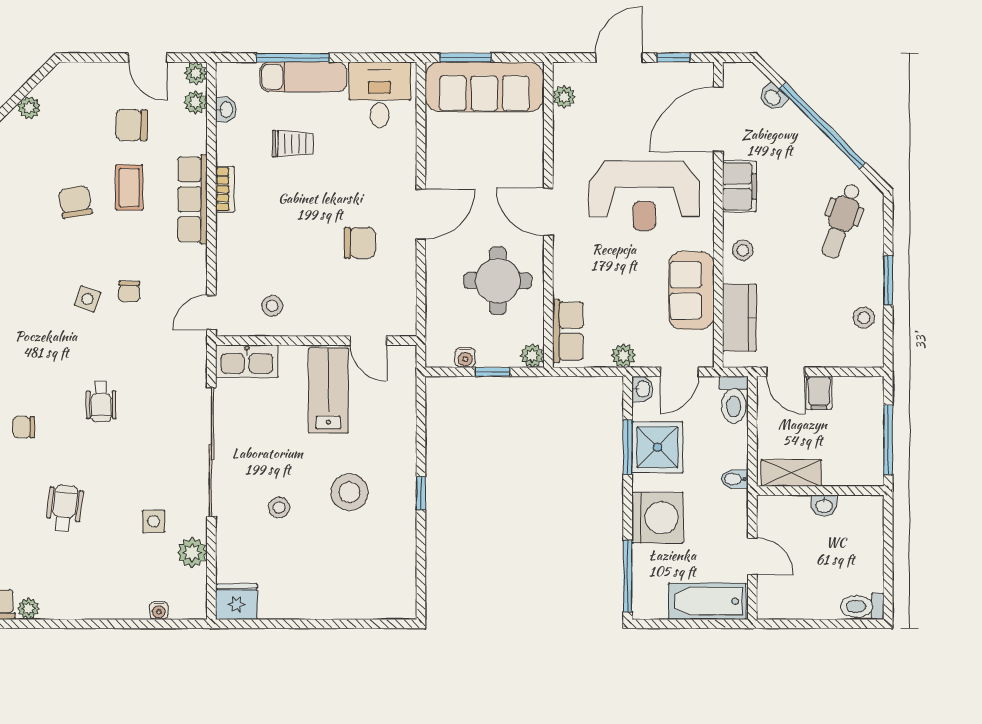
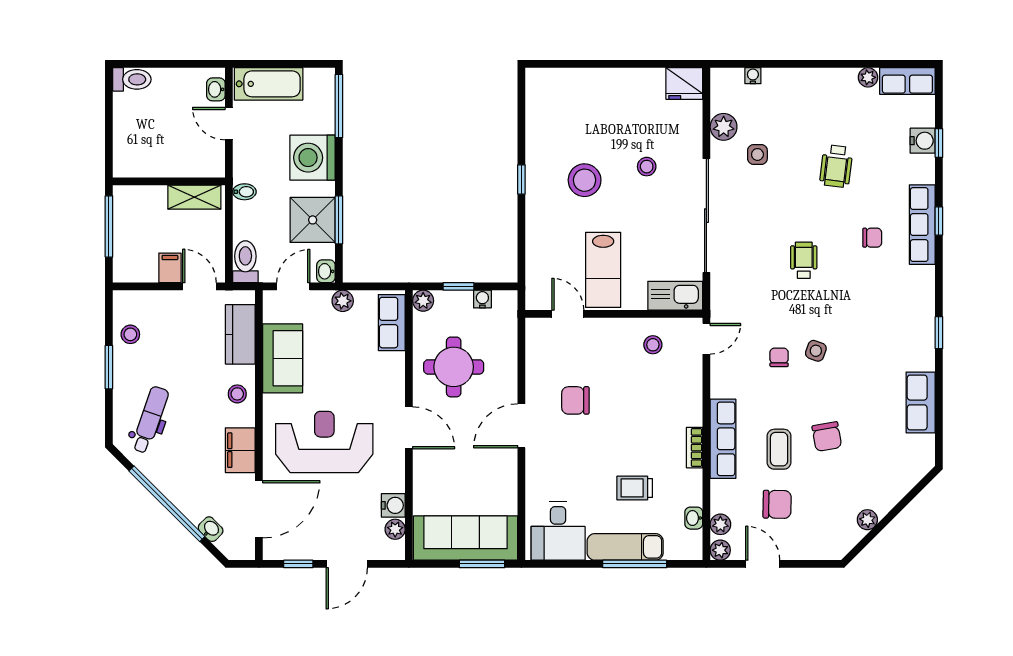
water cooler: (566, 124) -> (393, 505), added
washbasin: (824, 505) -> (216, 89), moved, turned -90

